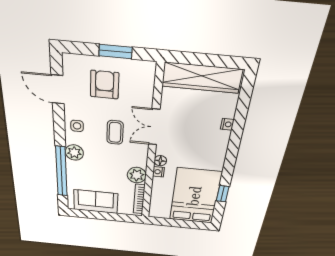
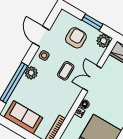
door: (58, 89) -> (41, 36), moved
plant: (137, 175) -> (103, 41), moved

